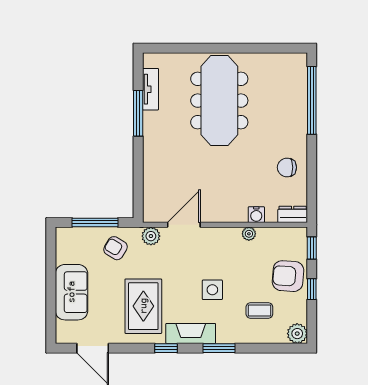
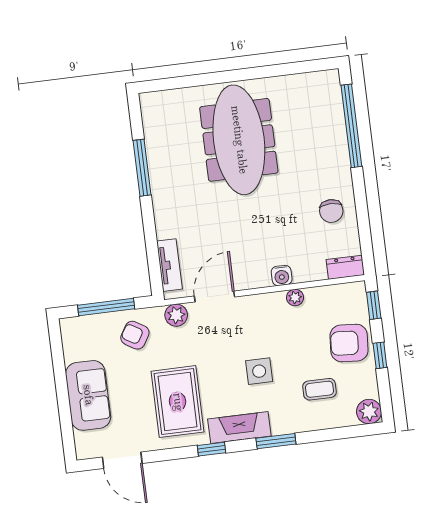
tv unit: (150, 89) -> (169, 265), moved
chair: (287, 167) -> (331, 211), turned -90
water cooler: (256, 215) -> (282, 276), moved

